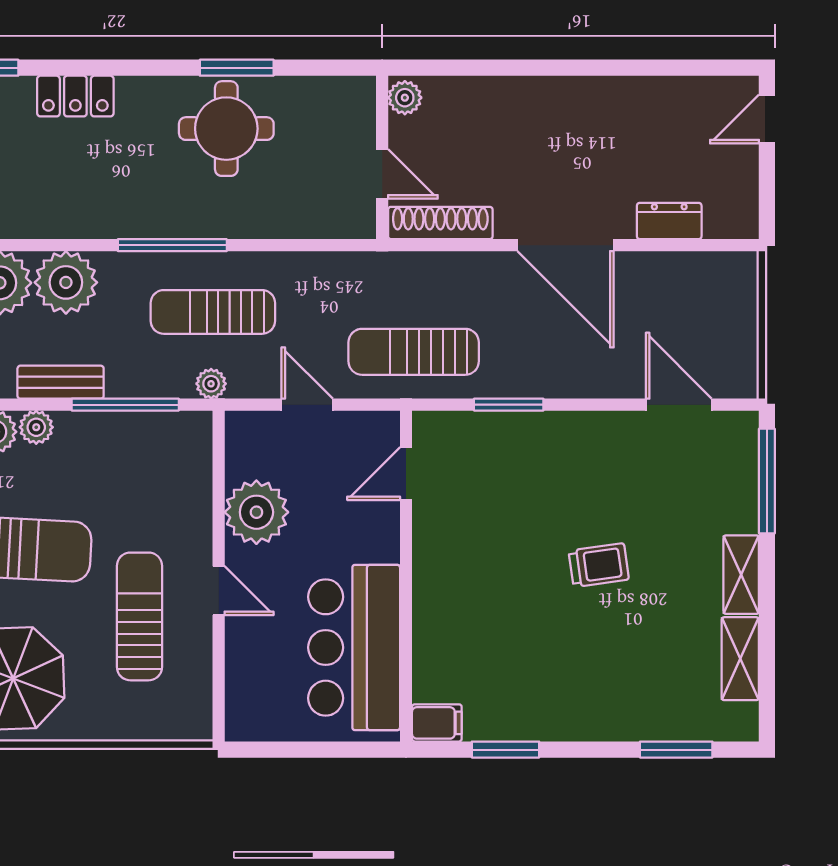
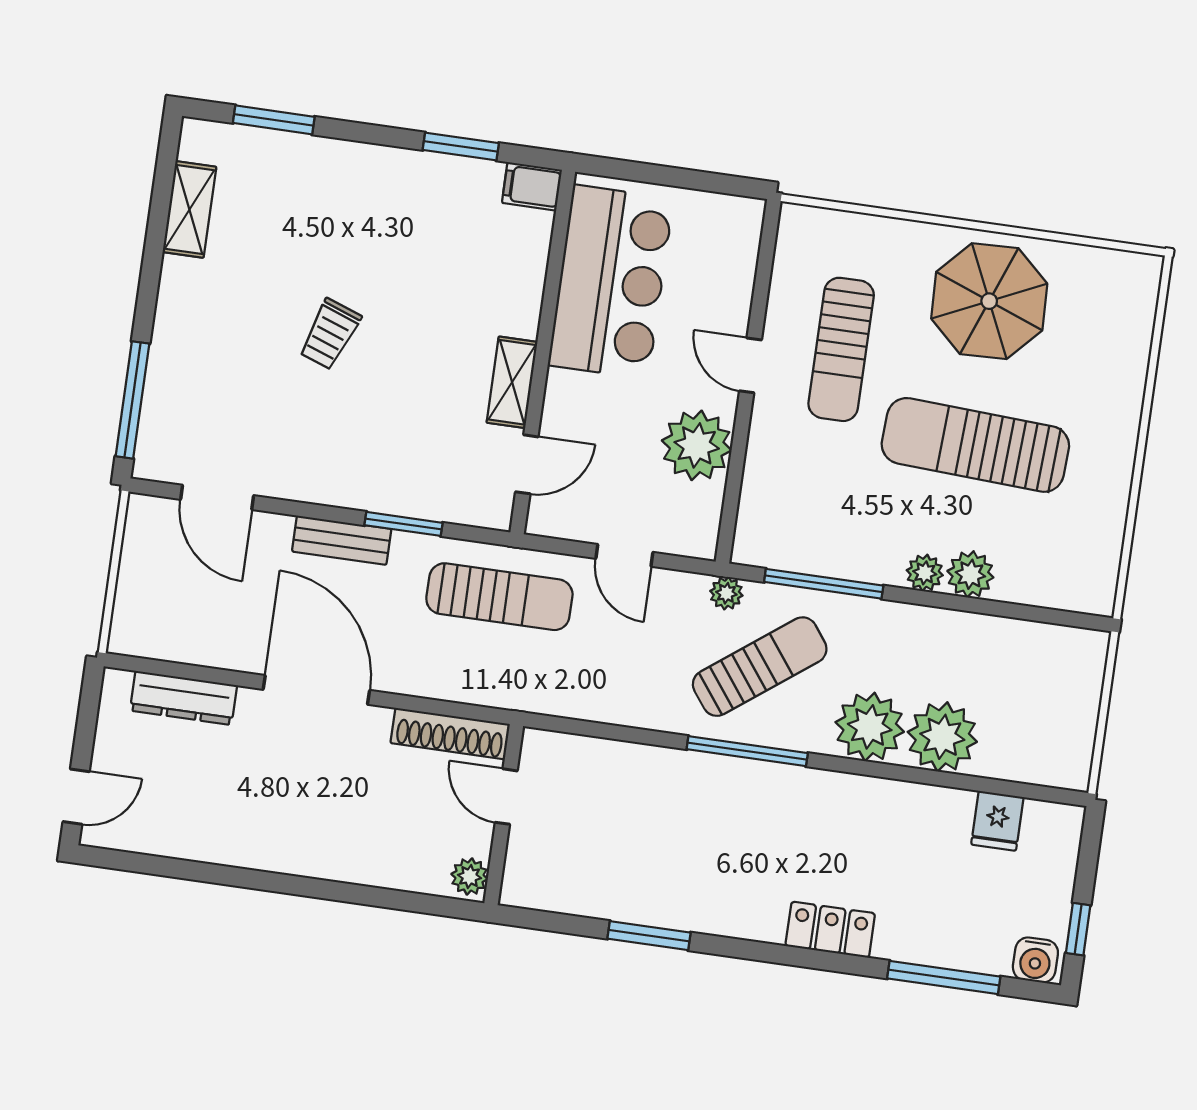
round table: (226, 129) -> (670, 870), removed
dresser: (669, 221) -> (183, 698), width x1.44
sun lounger: (213, 312) -> (760, 667), moved, turned -37
bench: (61, 382) -> (342, 540), moved
trolley: (599, 565) -> (330, 334), turned -62
shelving: (741, 575) -> (512, 382), moved

